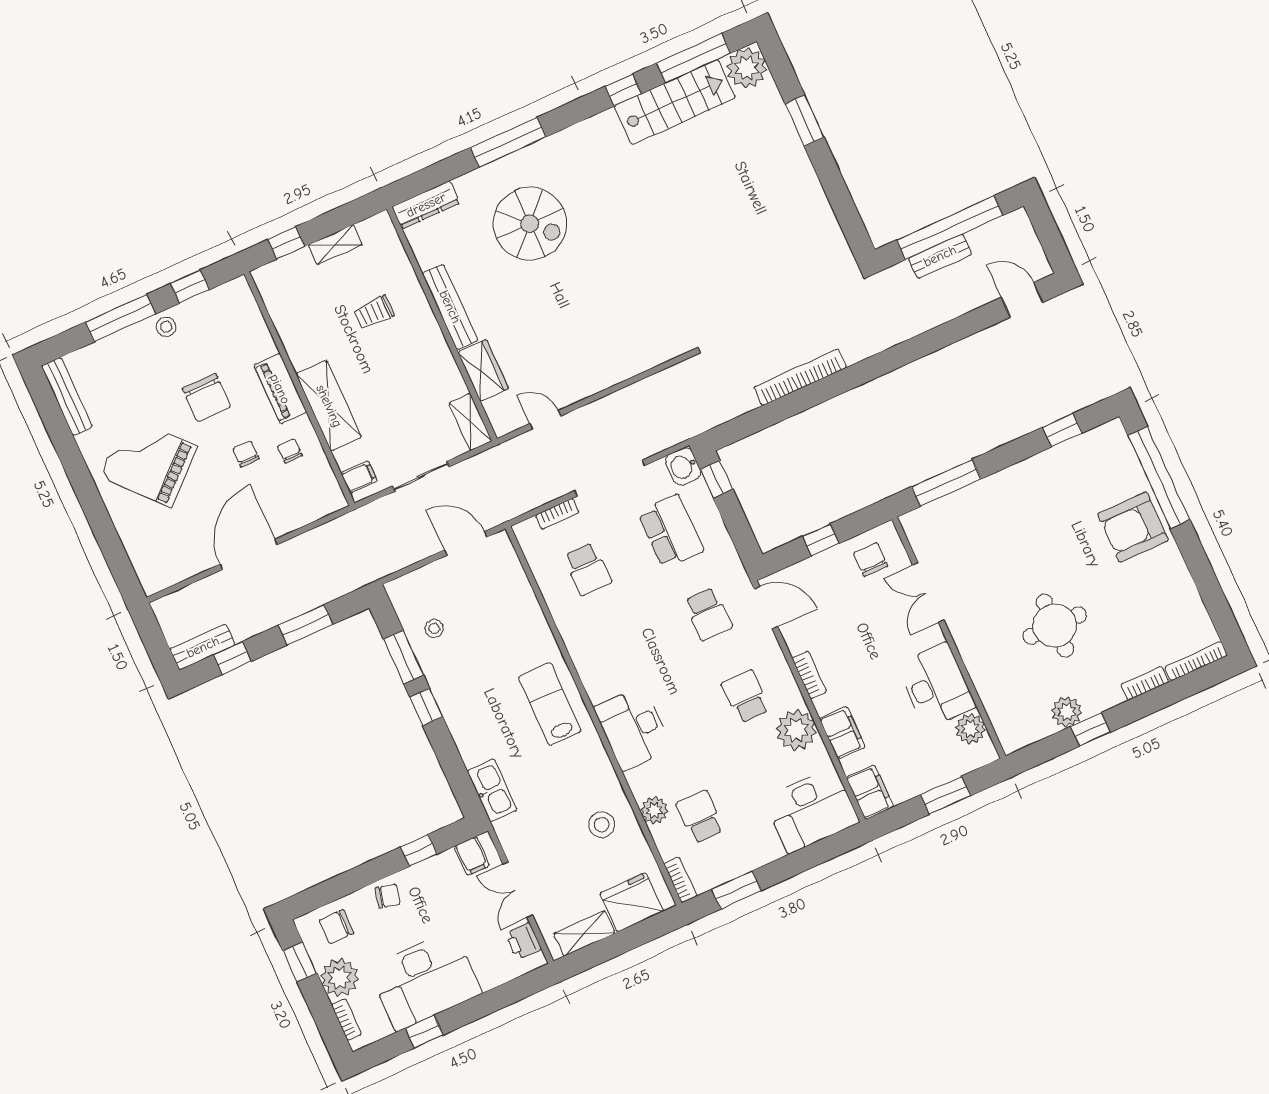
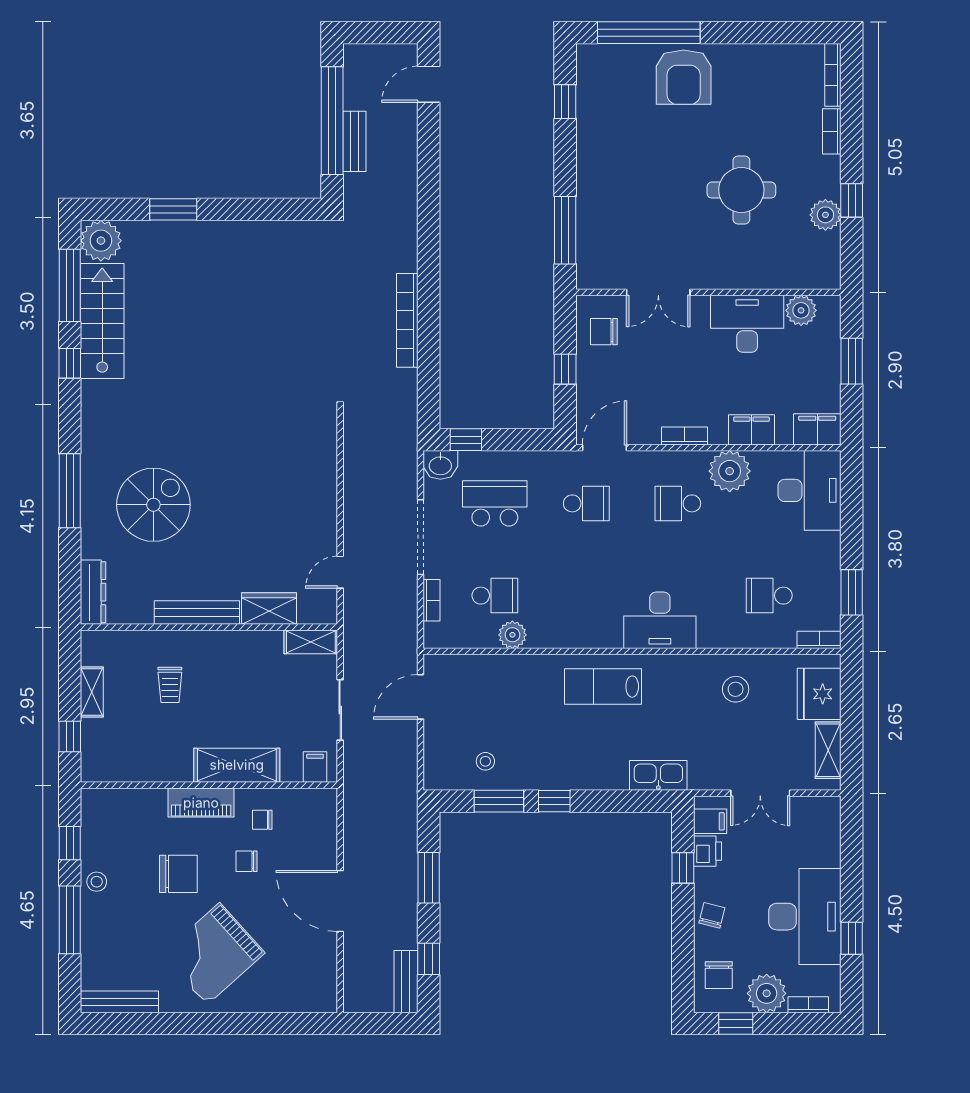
plant: (654, 810) -> (512, 635), moved
printer: (523, 941) -> (708, 851), moved, turned -90

